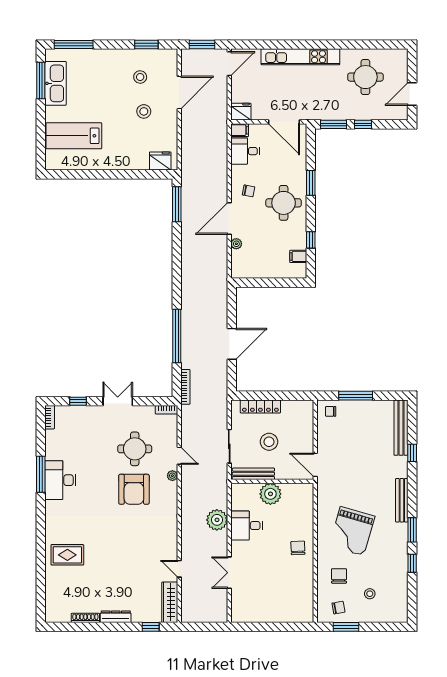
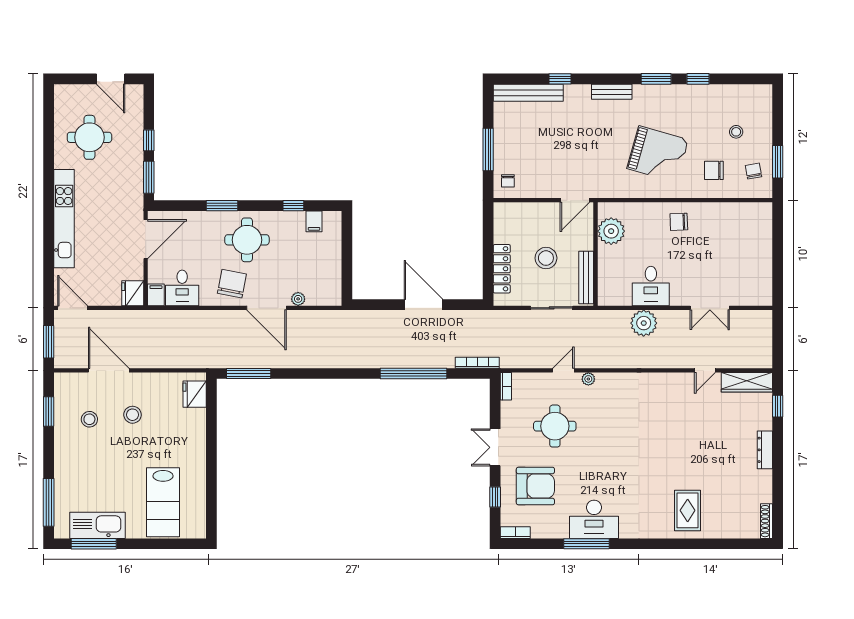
chair: (249, 191) -> (232, 284), width x1.87, depth x1.87
armchair: (134, 489) -> (535, 486), moved
plant: (270, 494) -> (611, 231), moved
bench: (402, 500) -> (612, 92), width x0.73
shoe rack: (85, 618) -> (766, 521), moved

